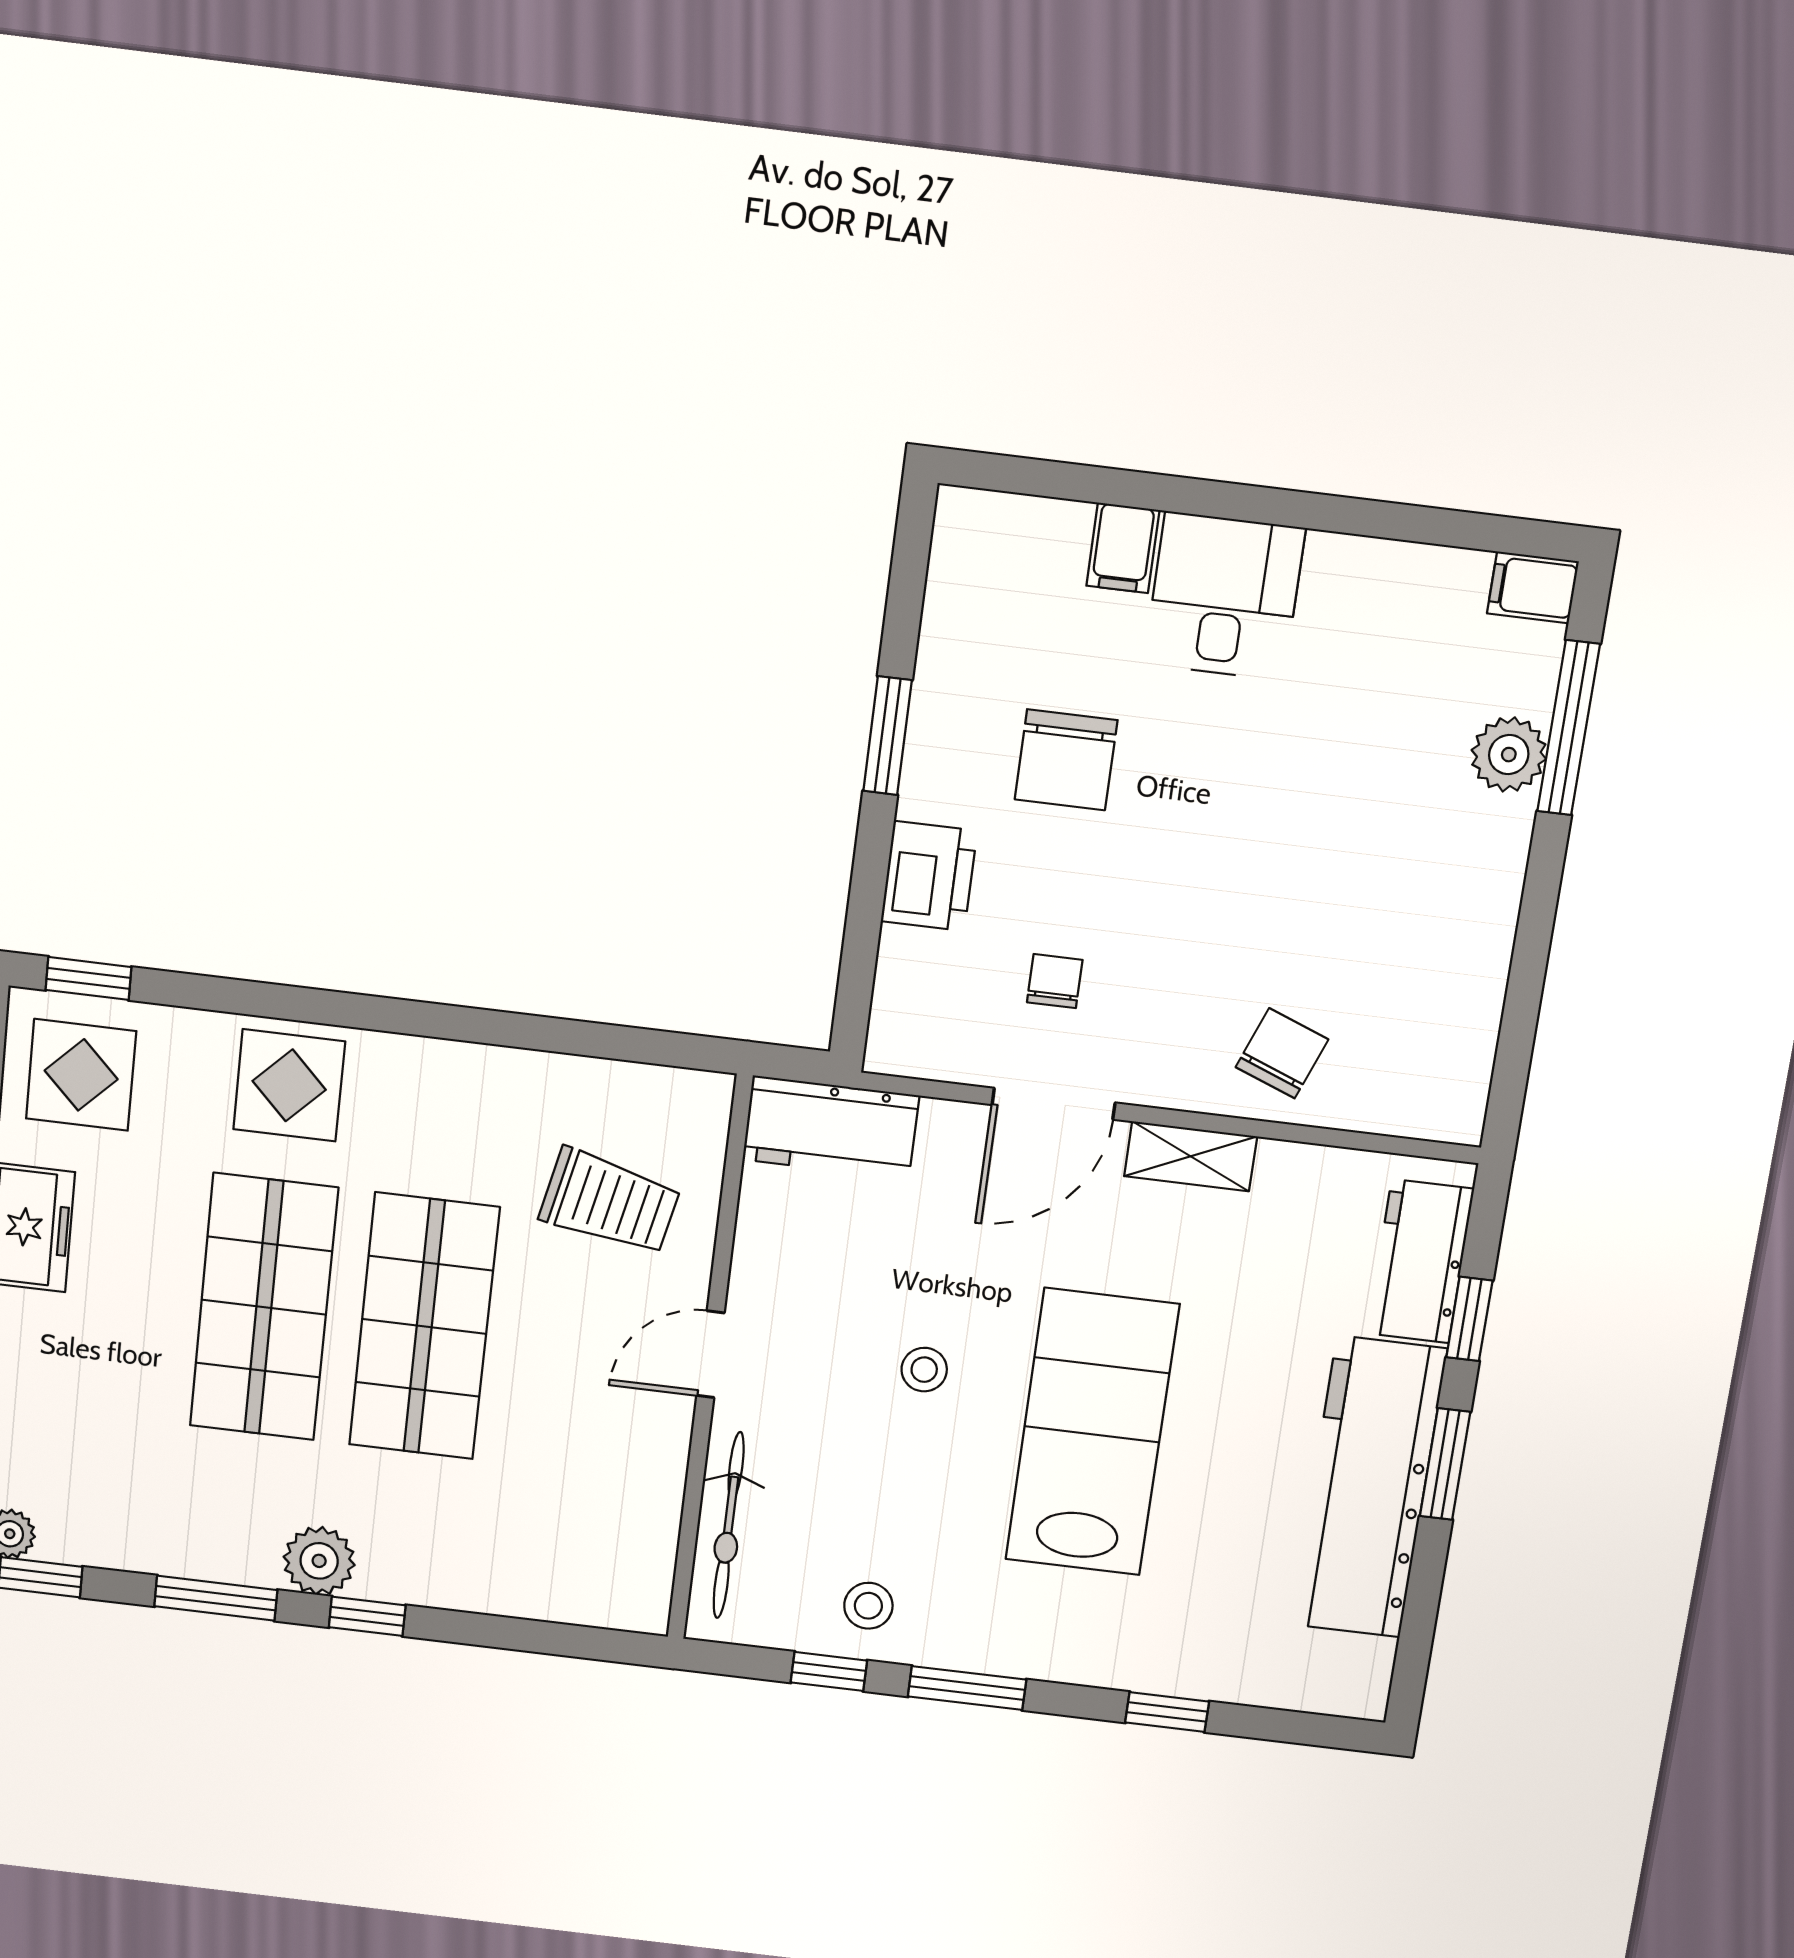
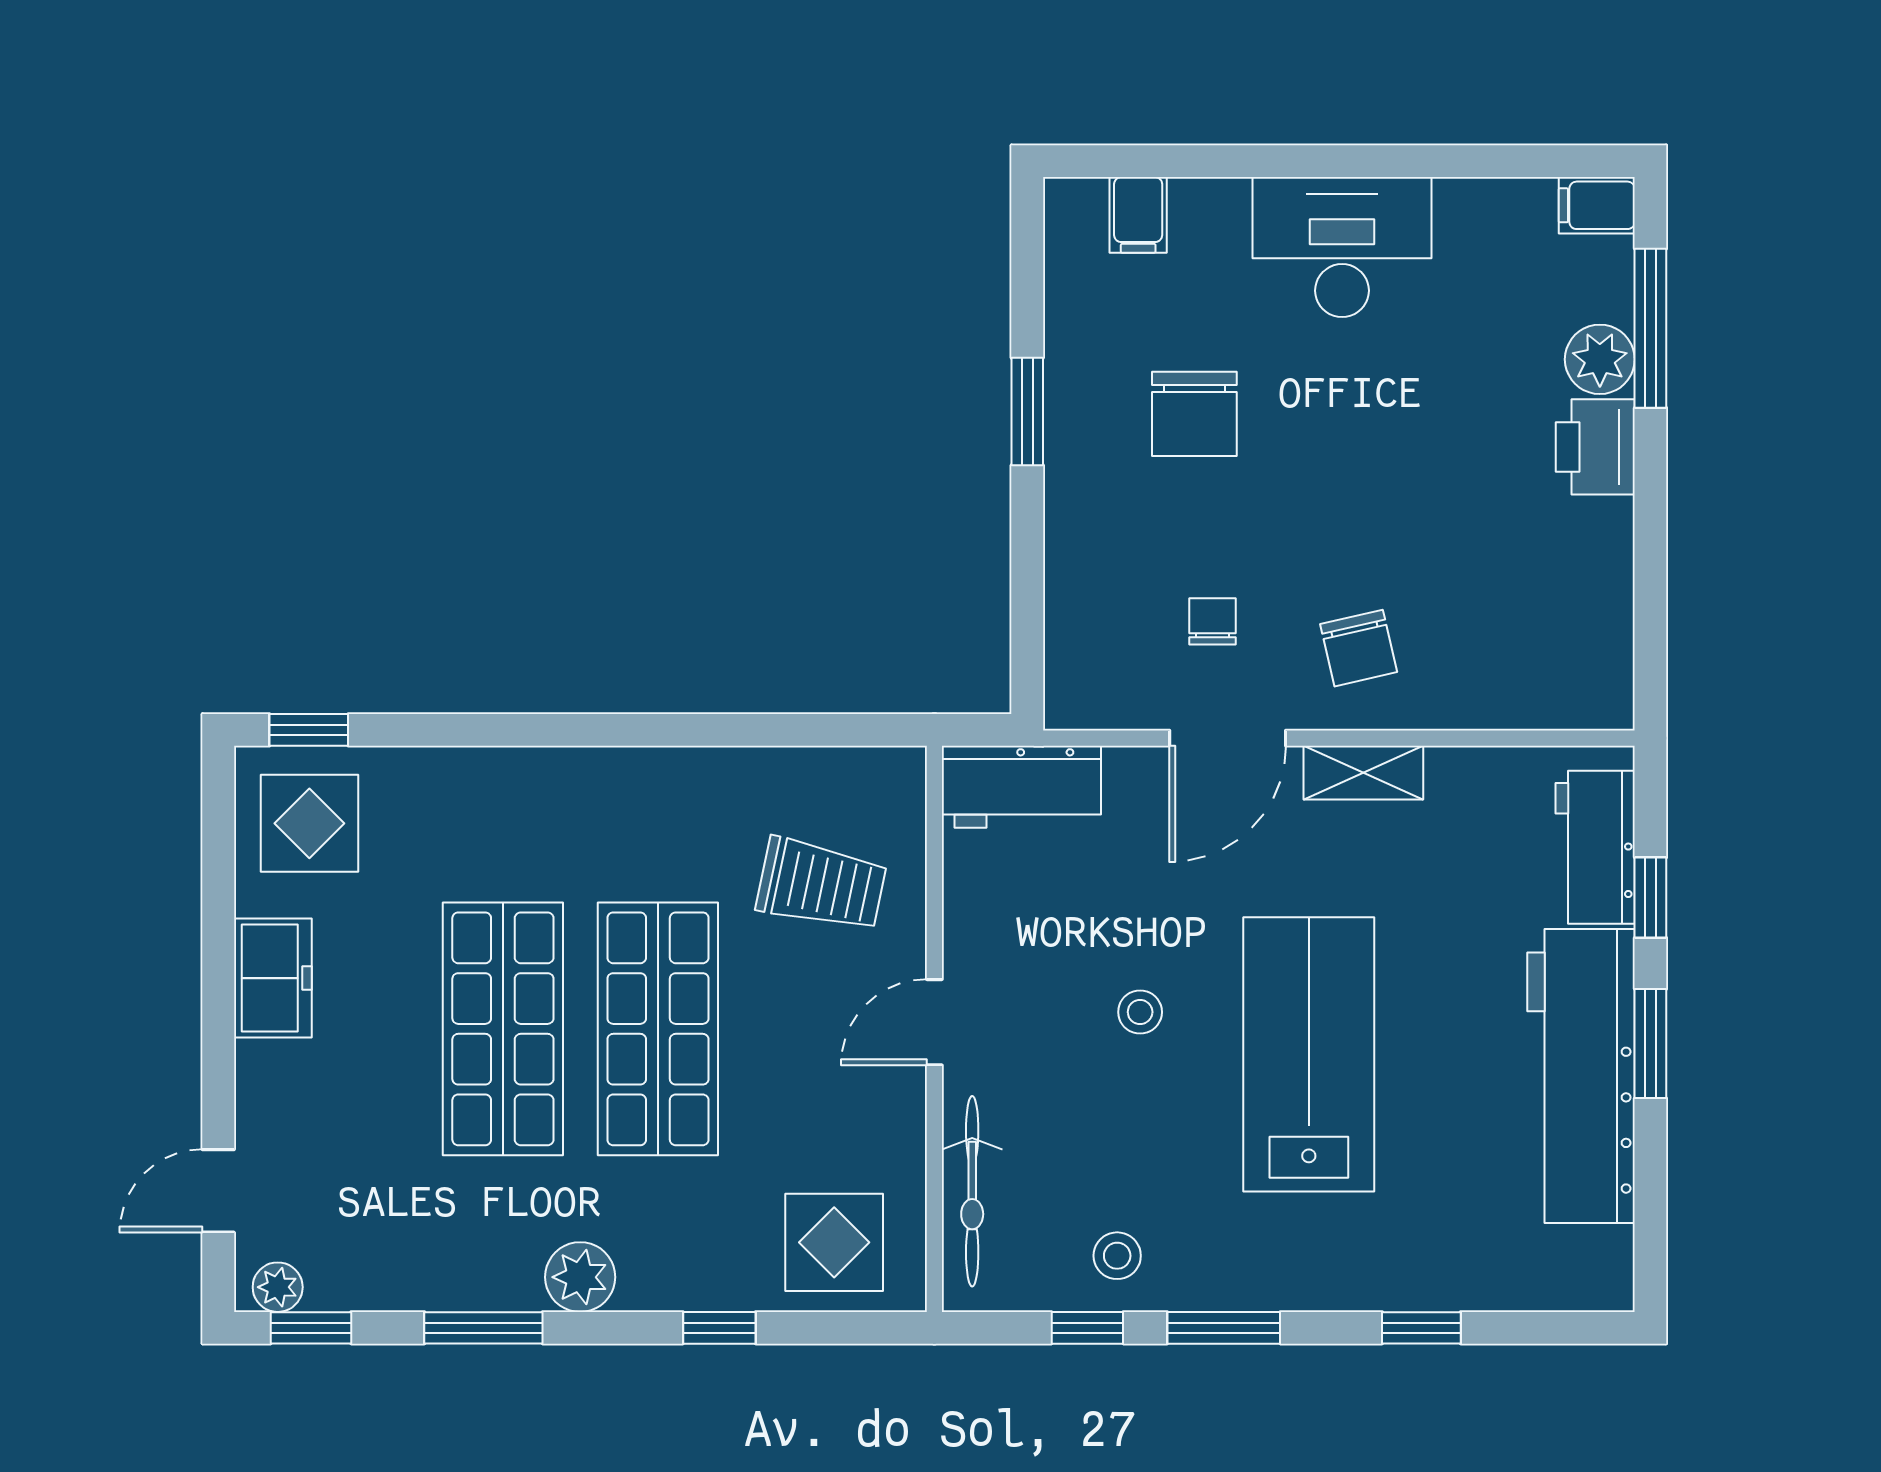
filing cabinet: (1123, 548) -> (1138, 215), moved
desk: (1224, 596) -> (1342, 247), width x1.37
printer: (929, 876) -> (1595, 447), moved, turned 180
chair: (1282, 1053) -> (1359, 648), moved, turned 146
display table: (289, 1085) -> (834, 1242), moved
window: (367, 1616) -> (719, 1328), moved

